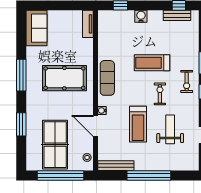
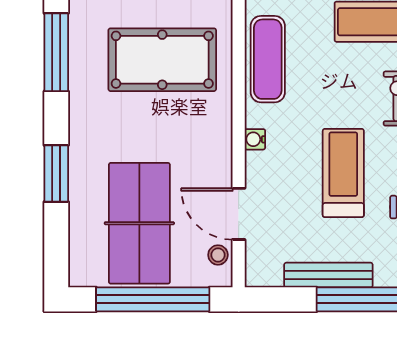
treadmill: (138, 124) -> (343, 173), turned 180
door: (95, 126) -> (239, 214), moved
bench: (116, 166) -> (328, 275), moved

